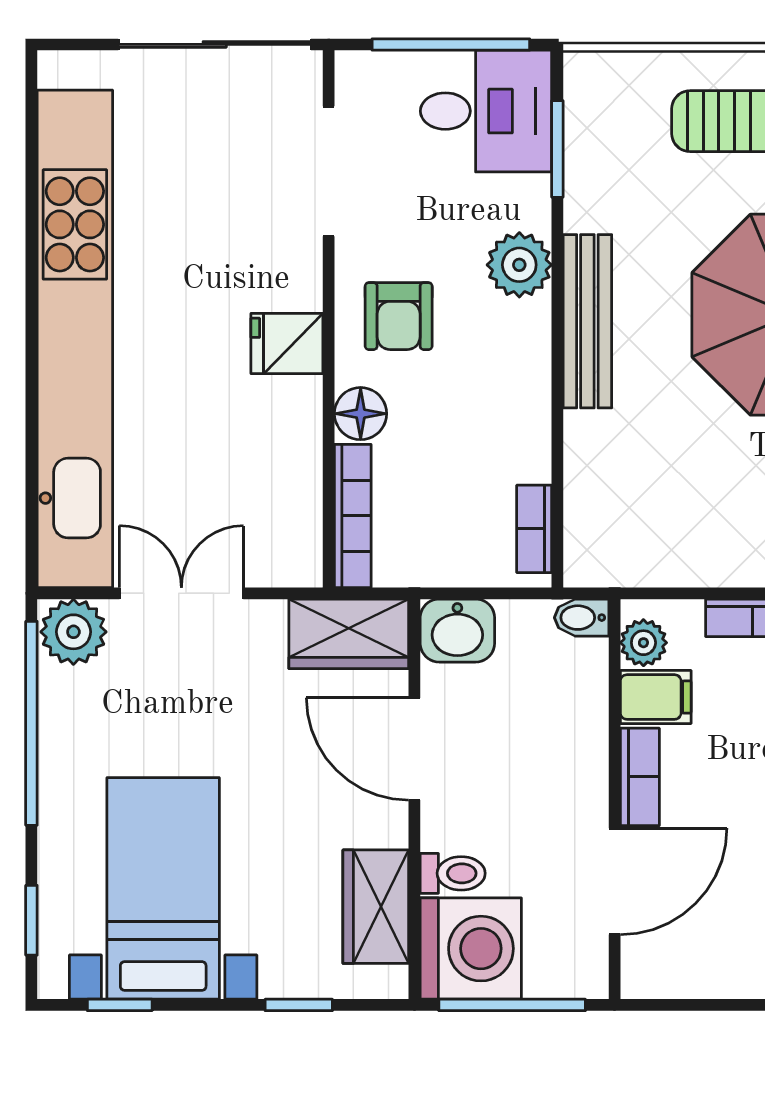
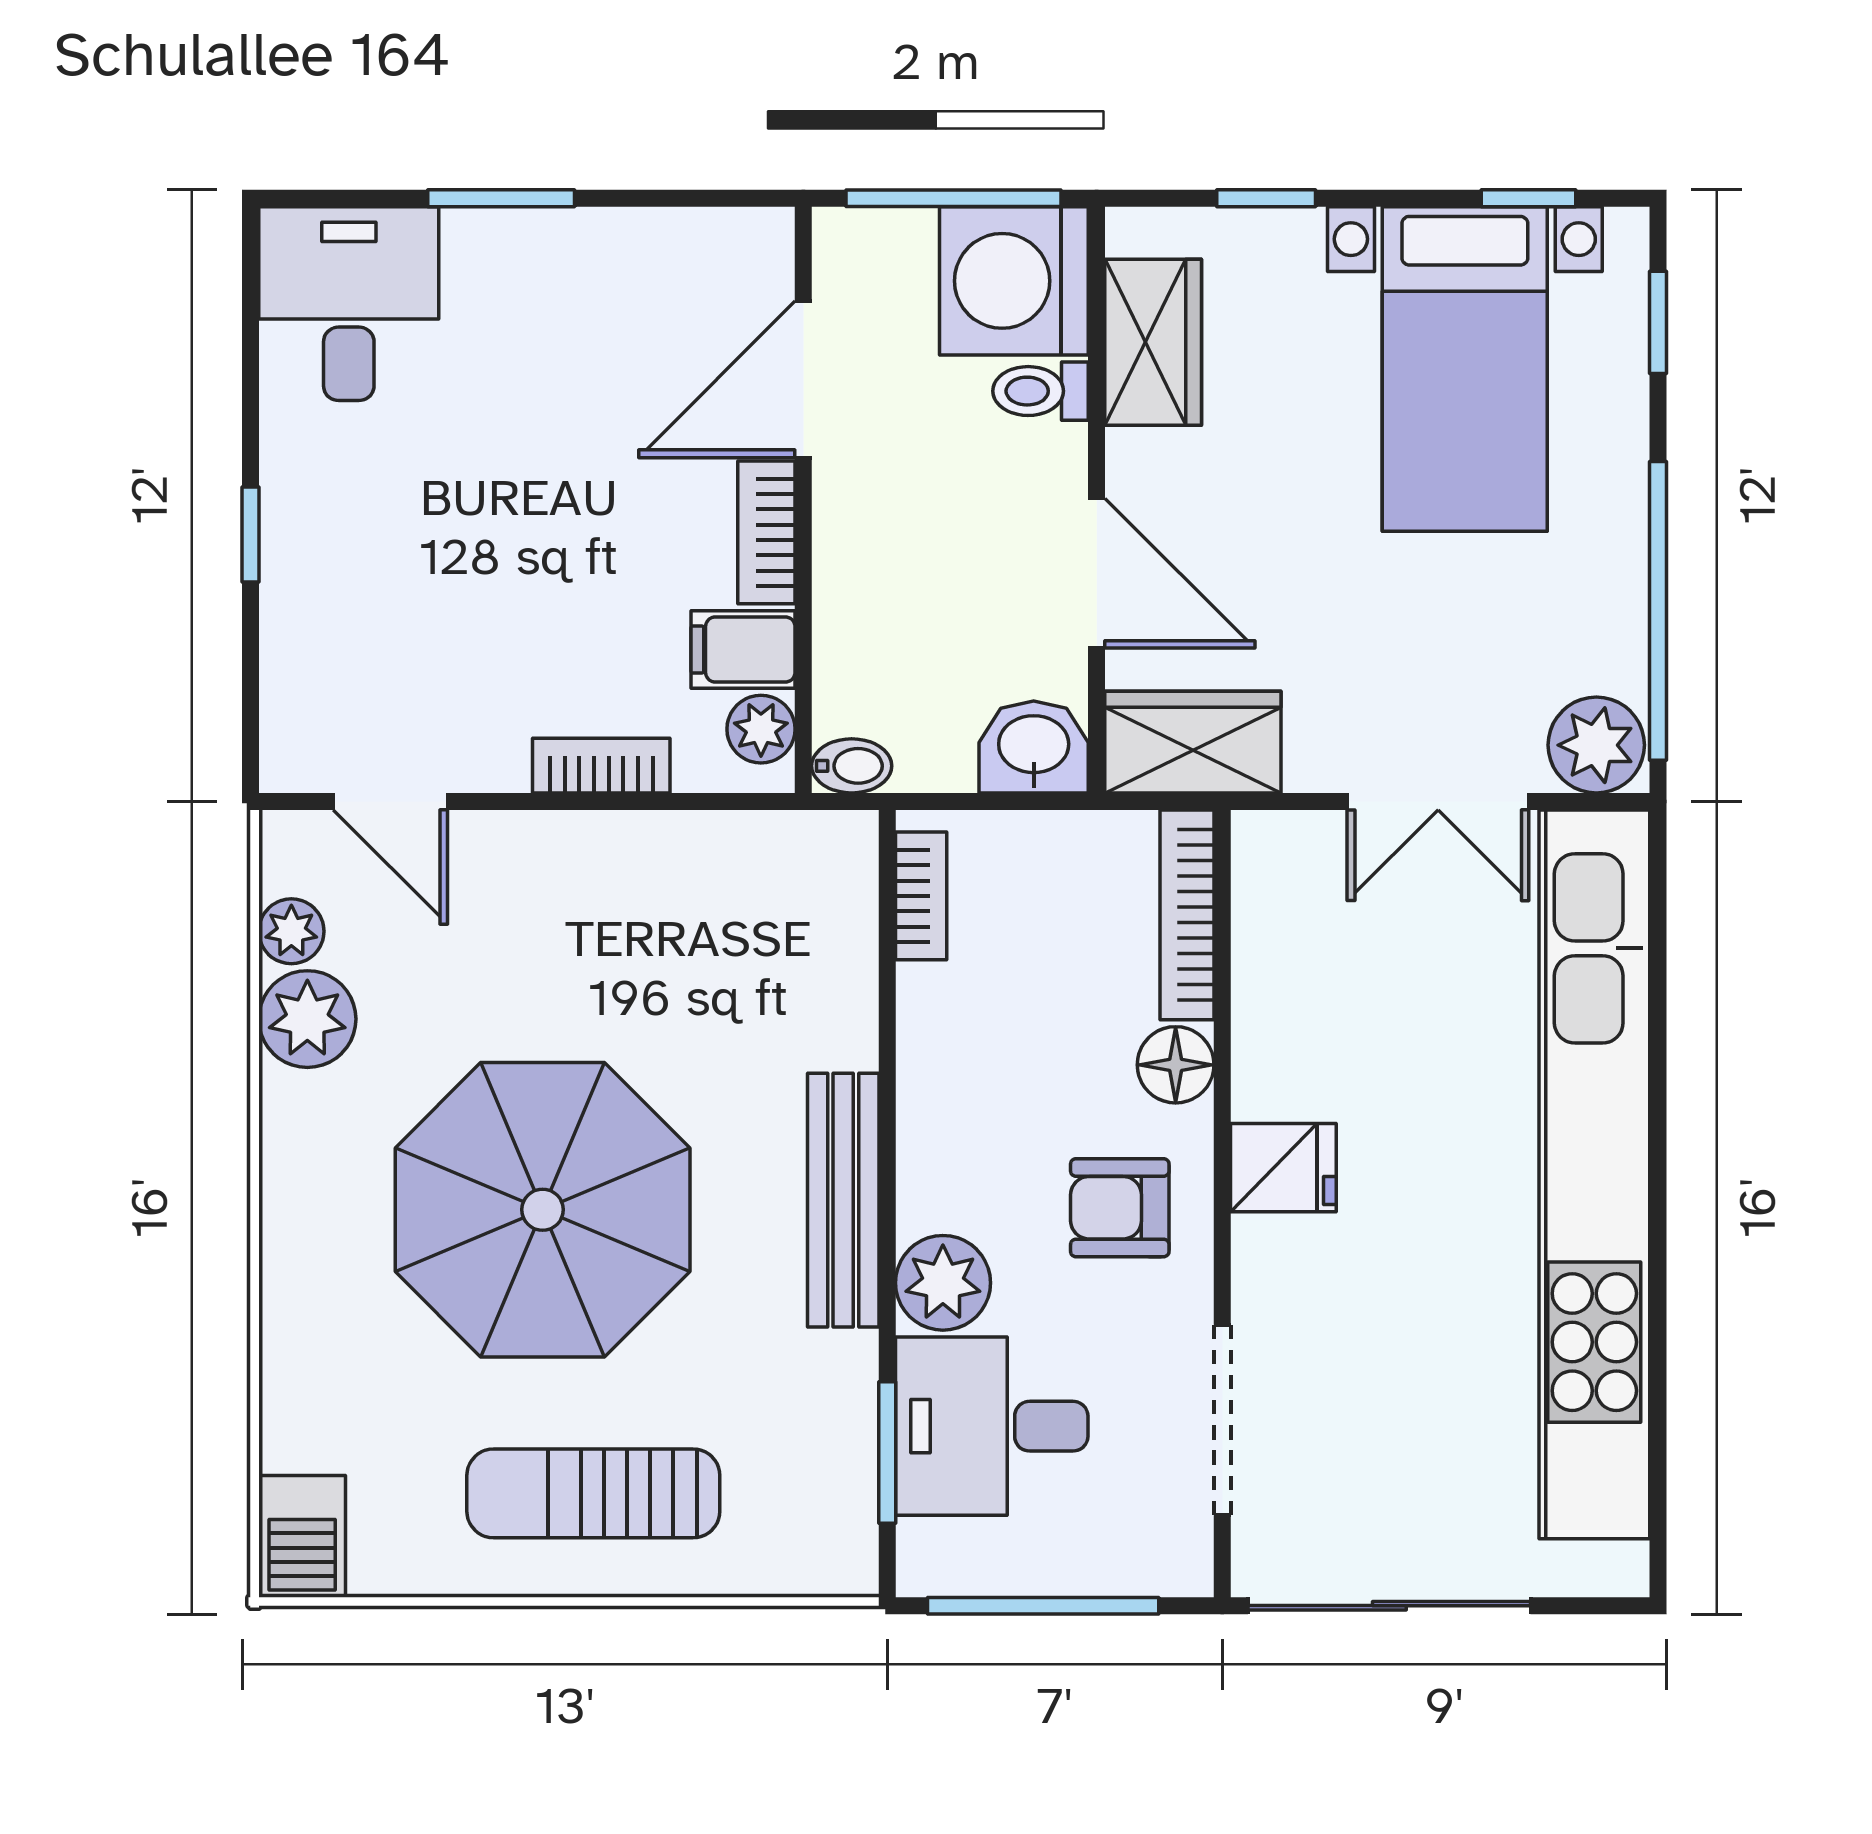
desk: (486, 111) -> (992, 1426), moved
armchair: (399, 316) -> (1120, 1208), turned -90

